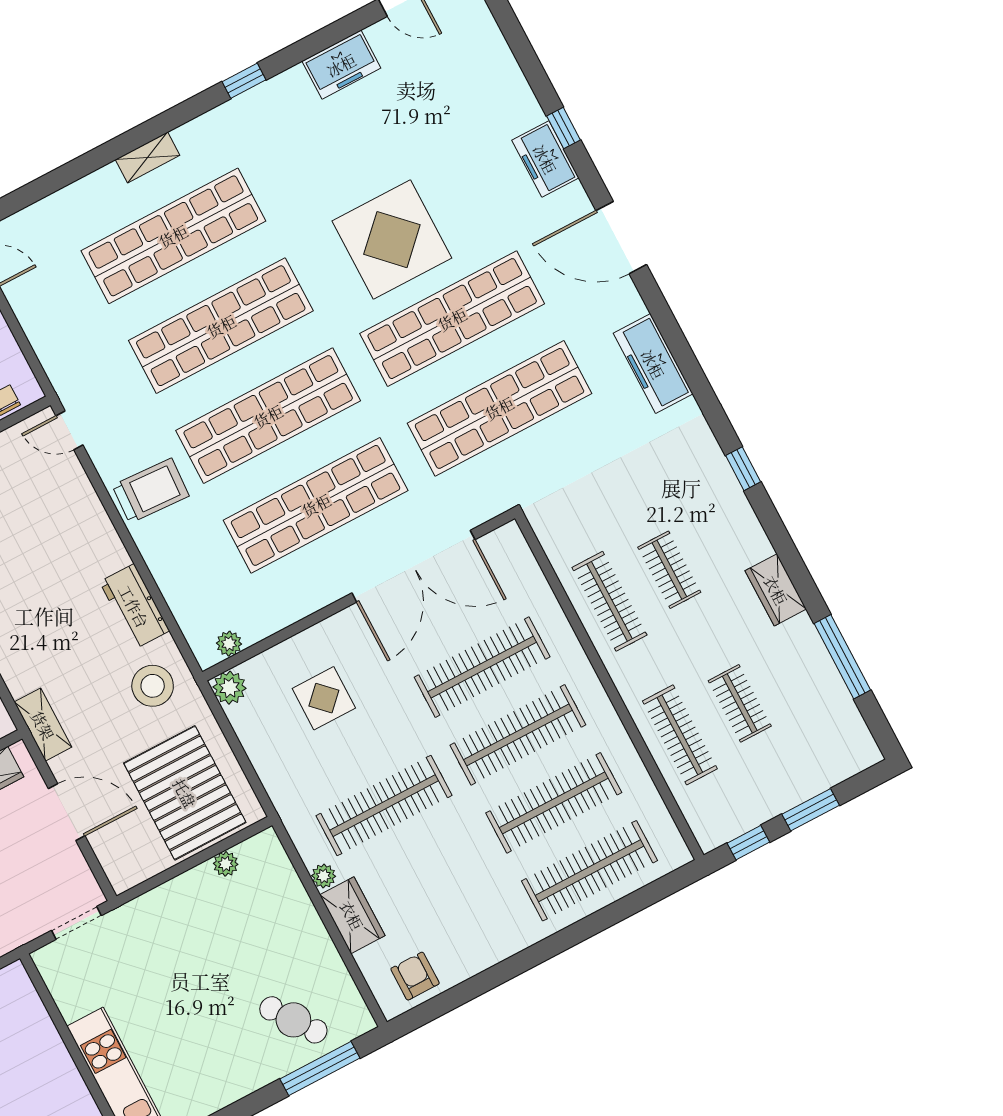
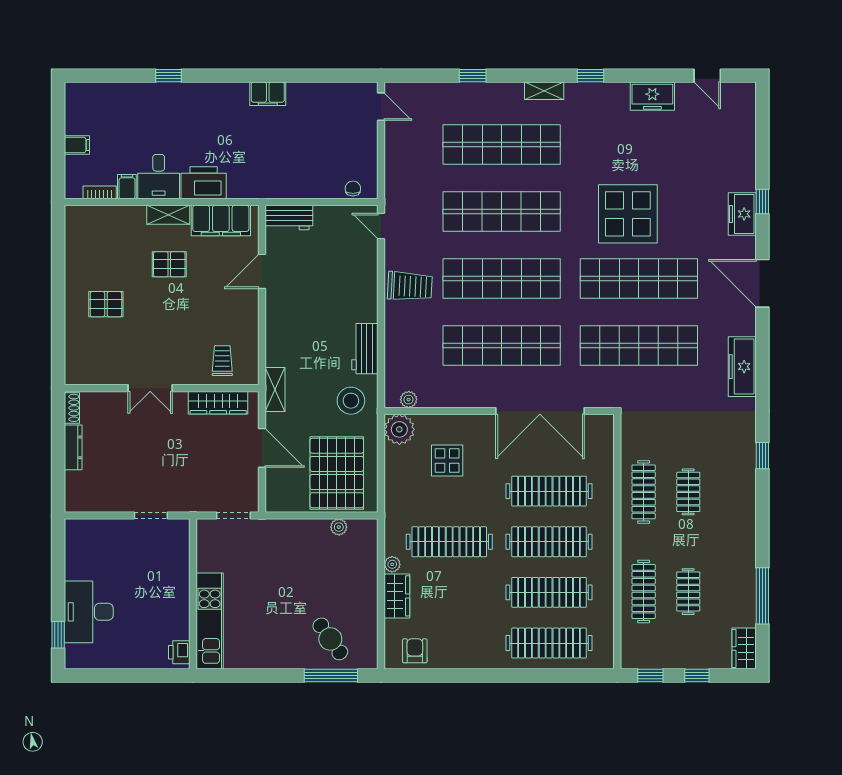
shelving: (148, 157) -> (544, 91), moved
window: (86, 164) -> (473, 76), added
wardrobe: (776, 590) -> (744, 648), moved
plant: (229, 688) -> (399, 429), width x1.36, depth x1.36
window: (811, 810) -> (697, 675), width x0.67

